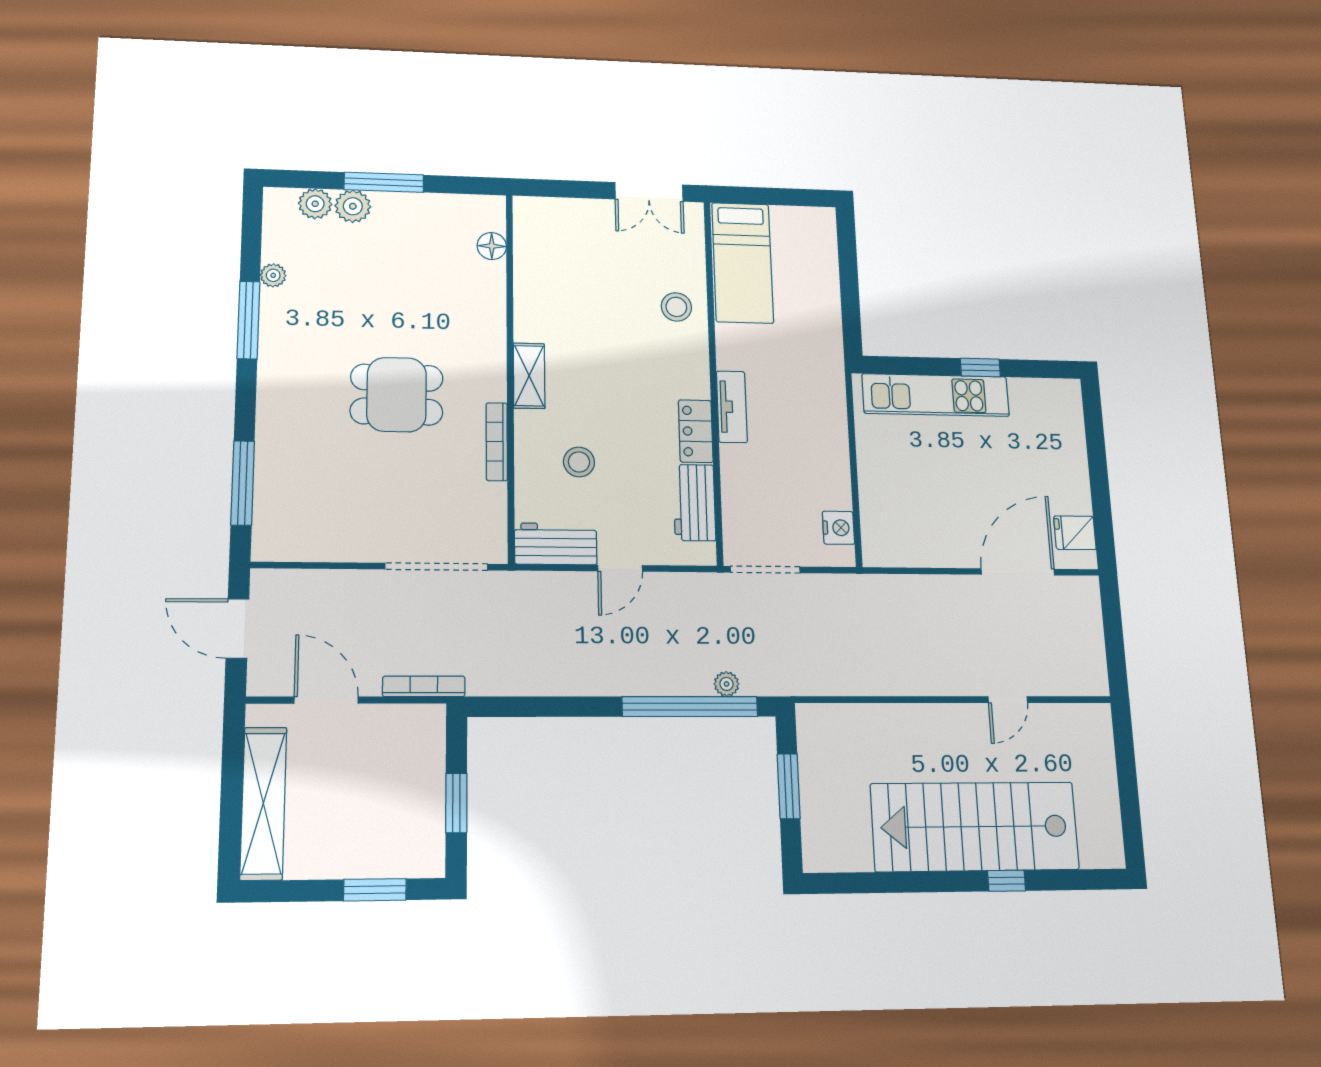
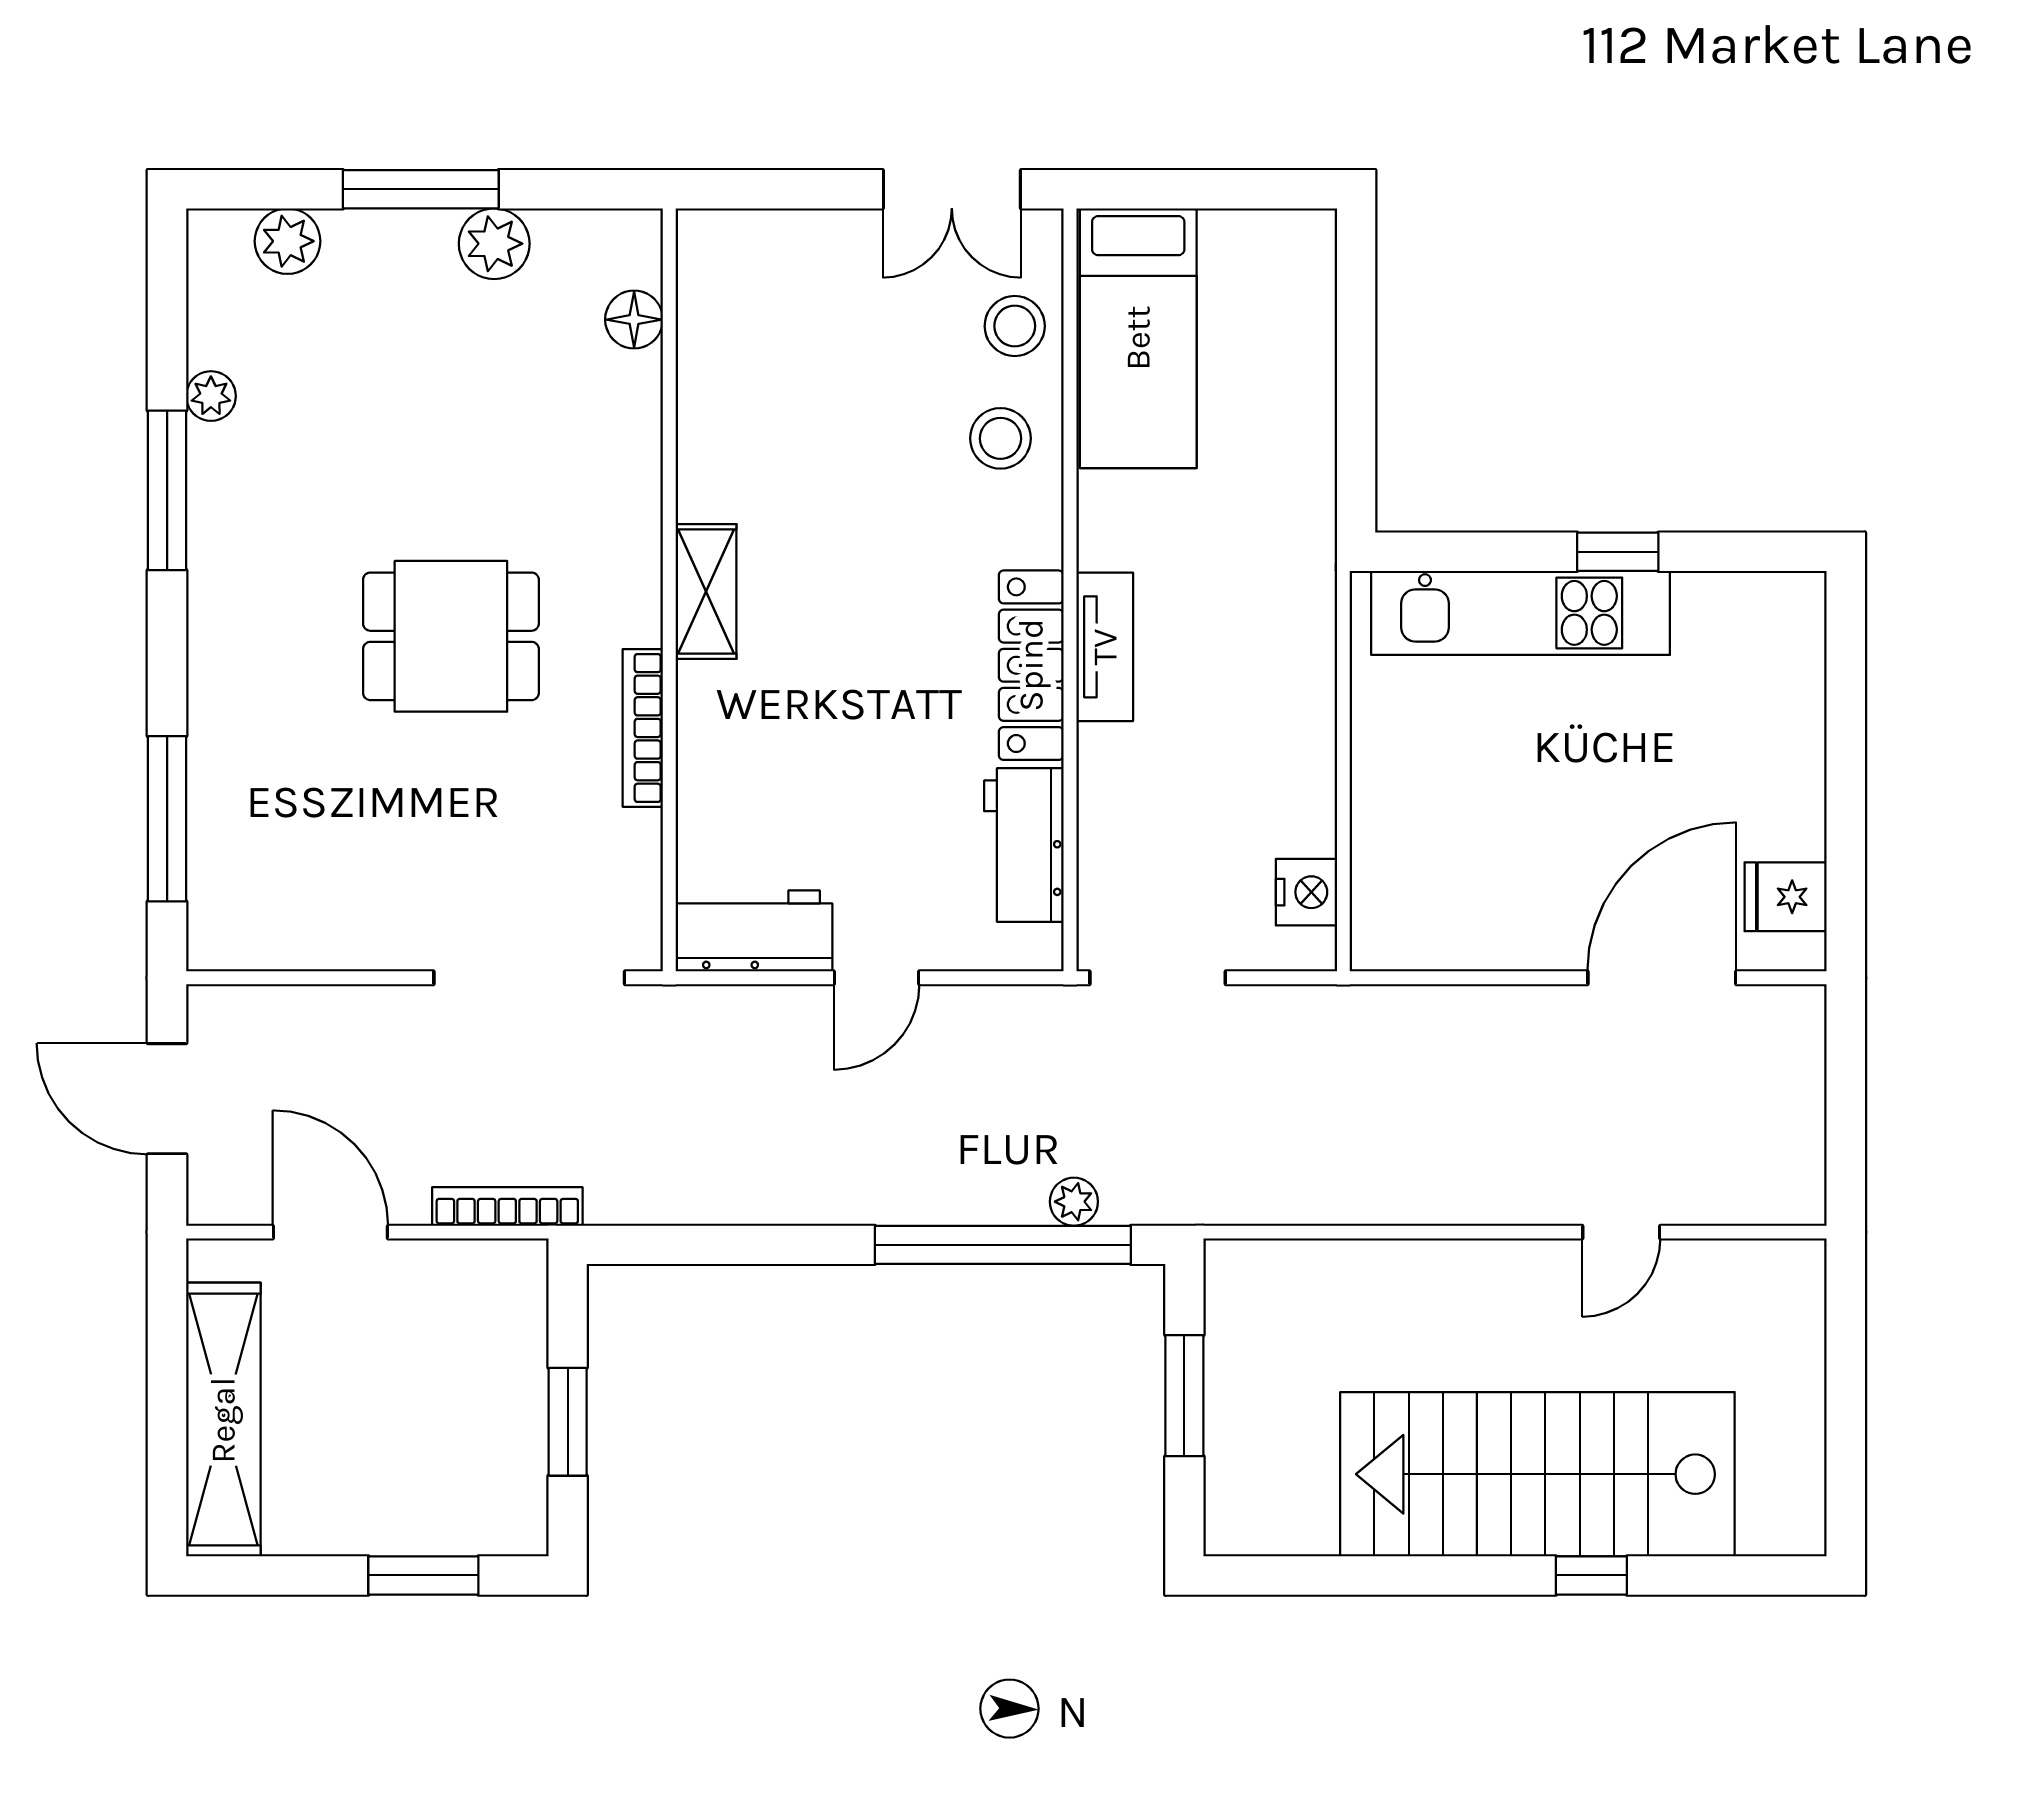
plant: (353, 206) -> (494, 244), moved
locker: (696, 431) -> (1031, 665), width x1.53
stool: (579, 462) -> (1015, 326), moved

